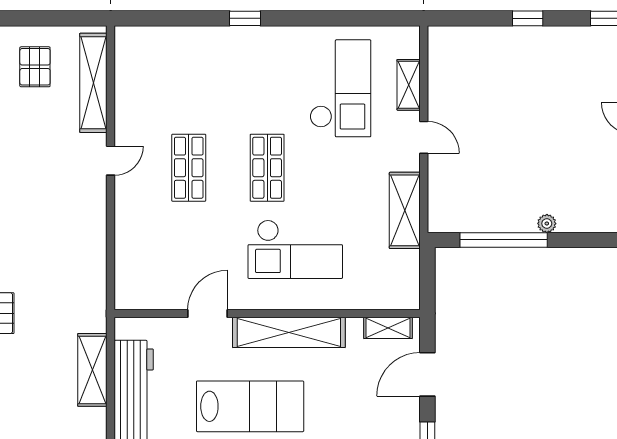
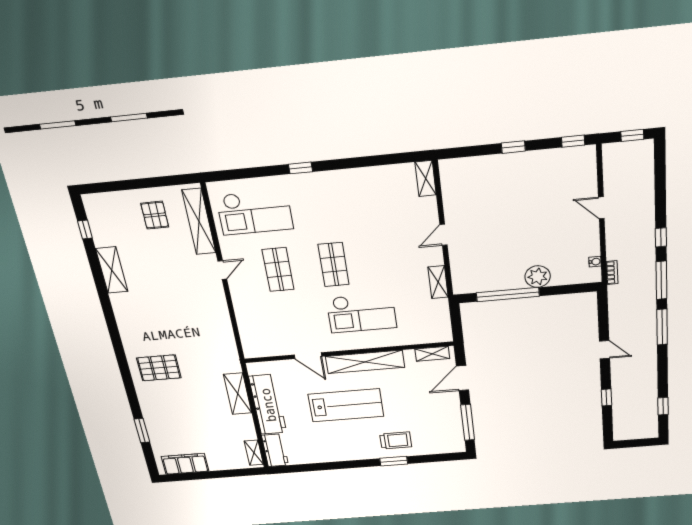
shelving: (409, 85) -> (426, 178), moved
checkout: (340, 88) -> (255, 212), moved, turned 90
door: (424, 137) -> (444, 235), swing flipped
shelving: (405, 210) -> (438, 282), width x0.67, depth x0.75
plant: (547, 224) -> (538, 277), width x1.87, depth x1.87
door: (208, 313) -> (308, 356), swing flipped

